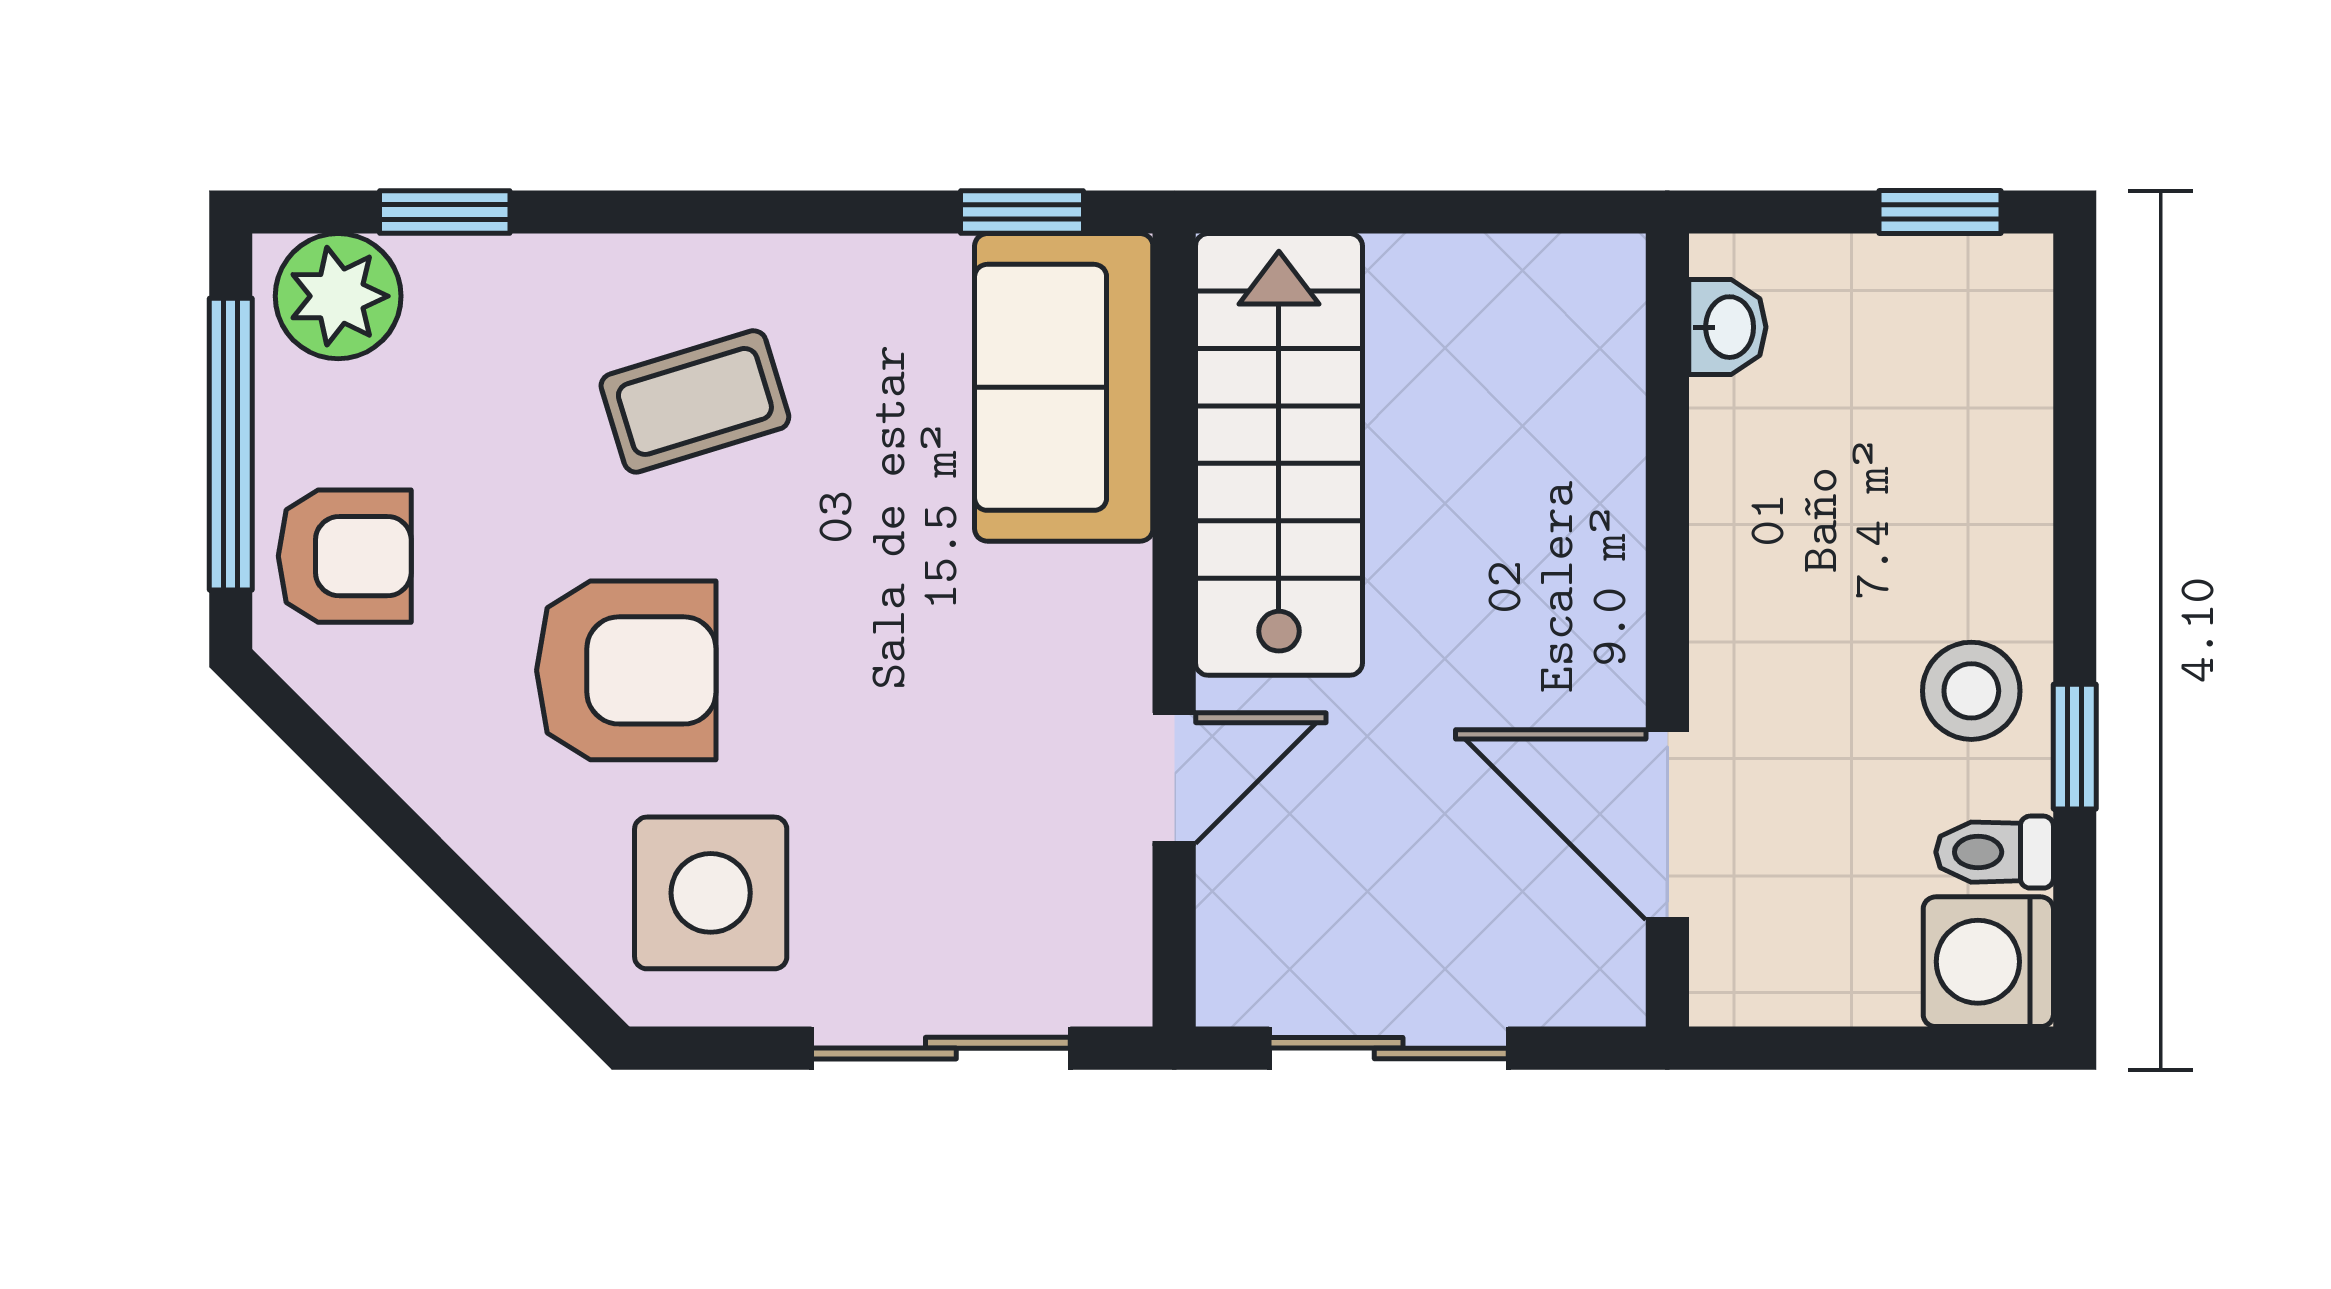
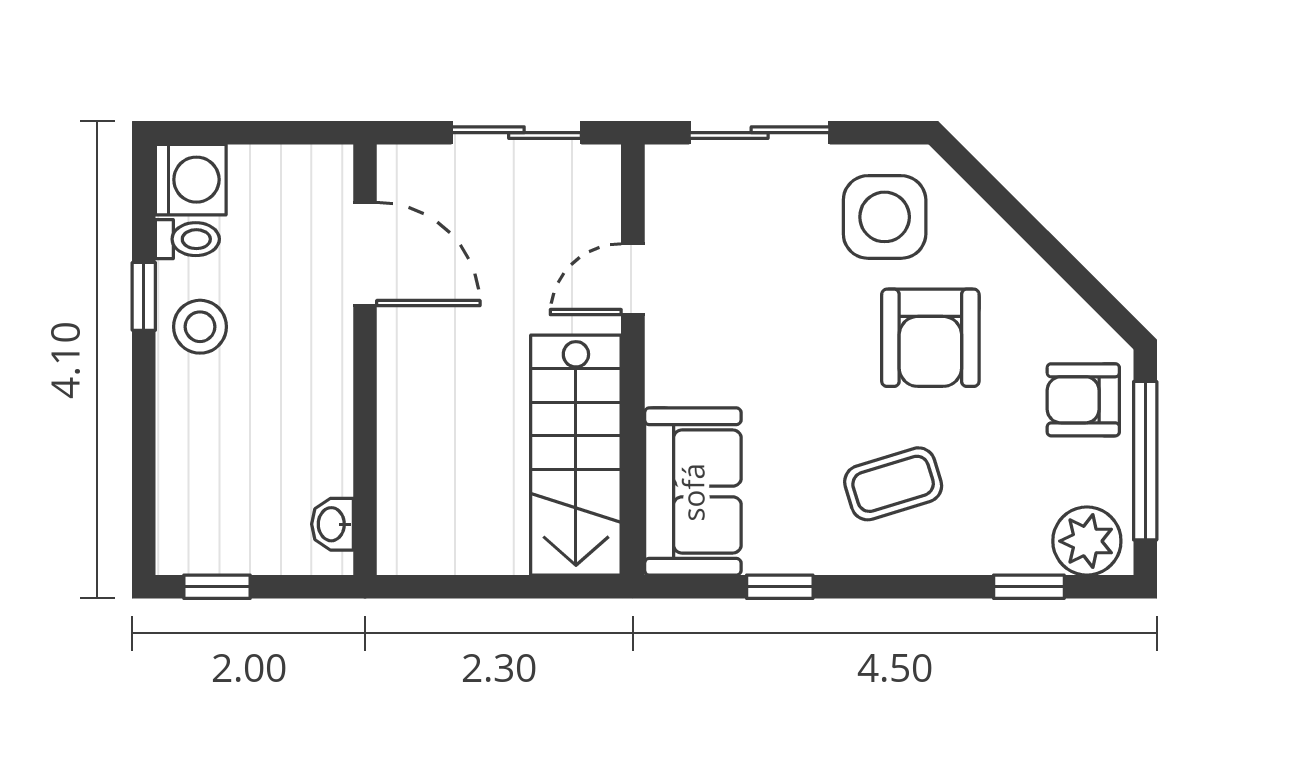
window: (1022, 212) -> (780, 587), moved
armchair: (626, 670) -> (930, 338), turned -90

